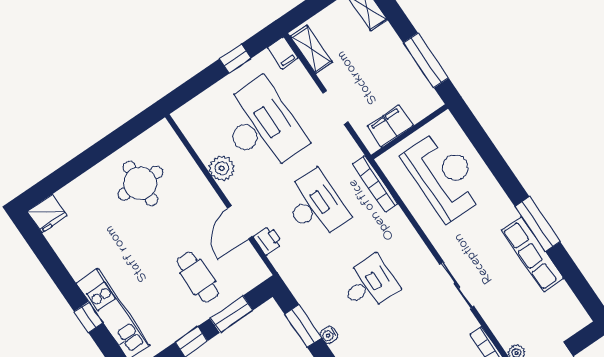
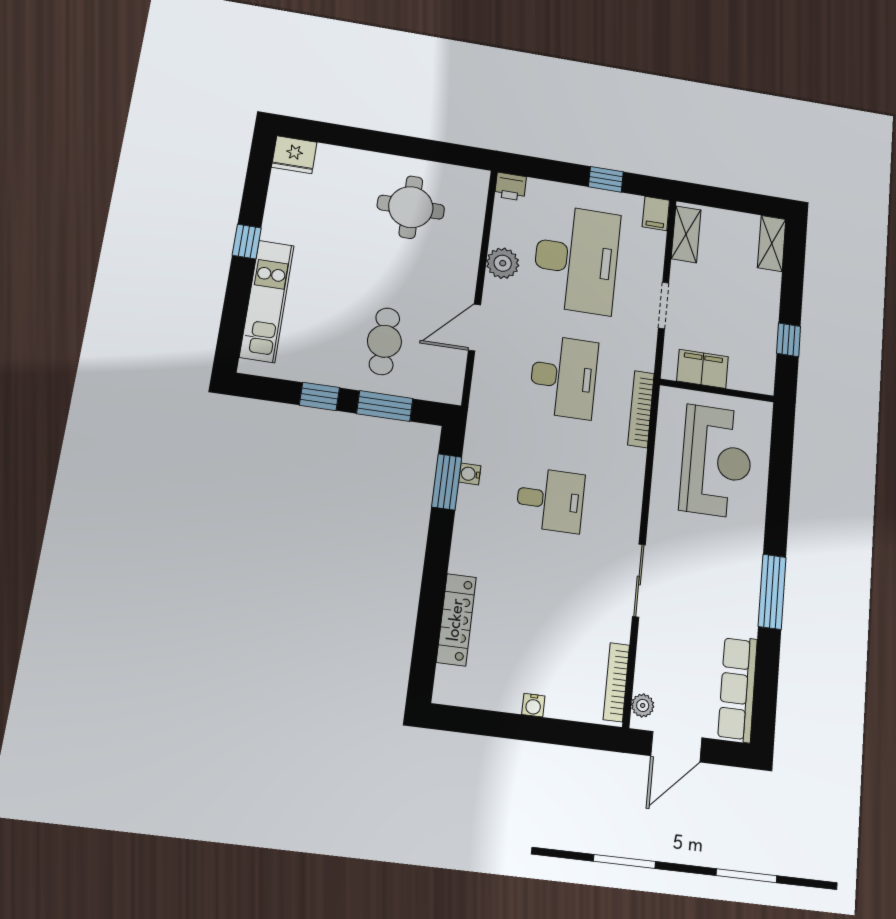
window: (426, 60) -> (789, 340), width x0.46
printer: (268, 240) -> (510, 187), moved, turned 90
row of seats: (533, 254) -> (738, 689), moved
window: (89, 317) -> (247, 242), moved
water cooler: (329, 335) -> (470, 474), moved

